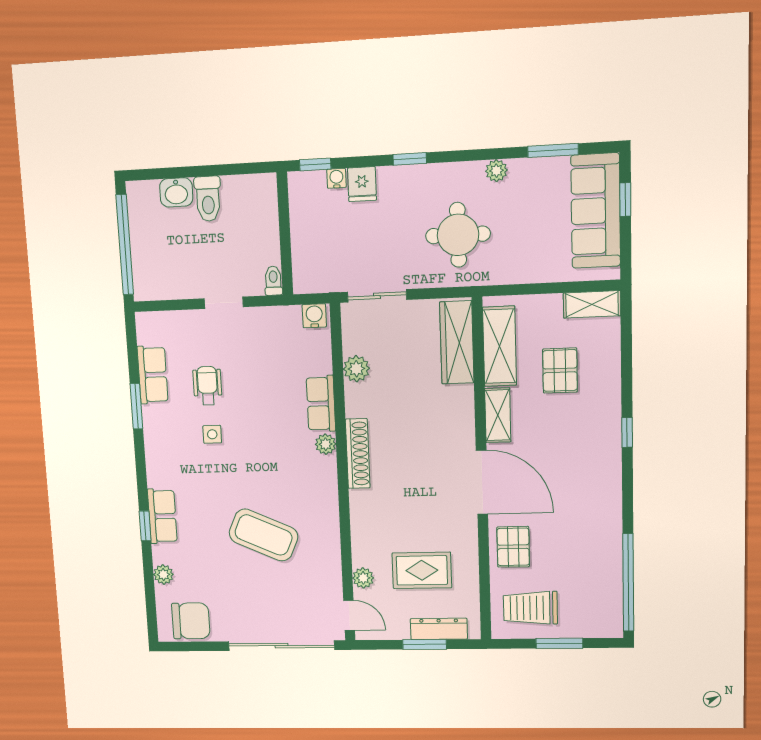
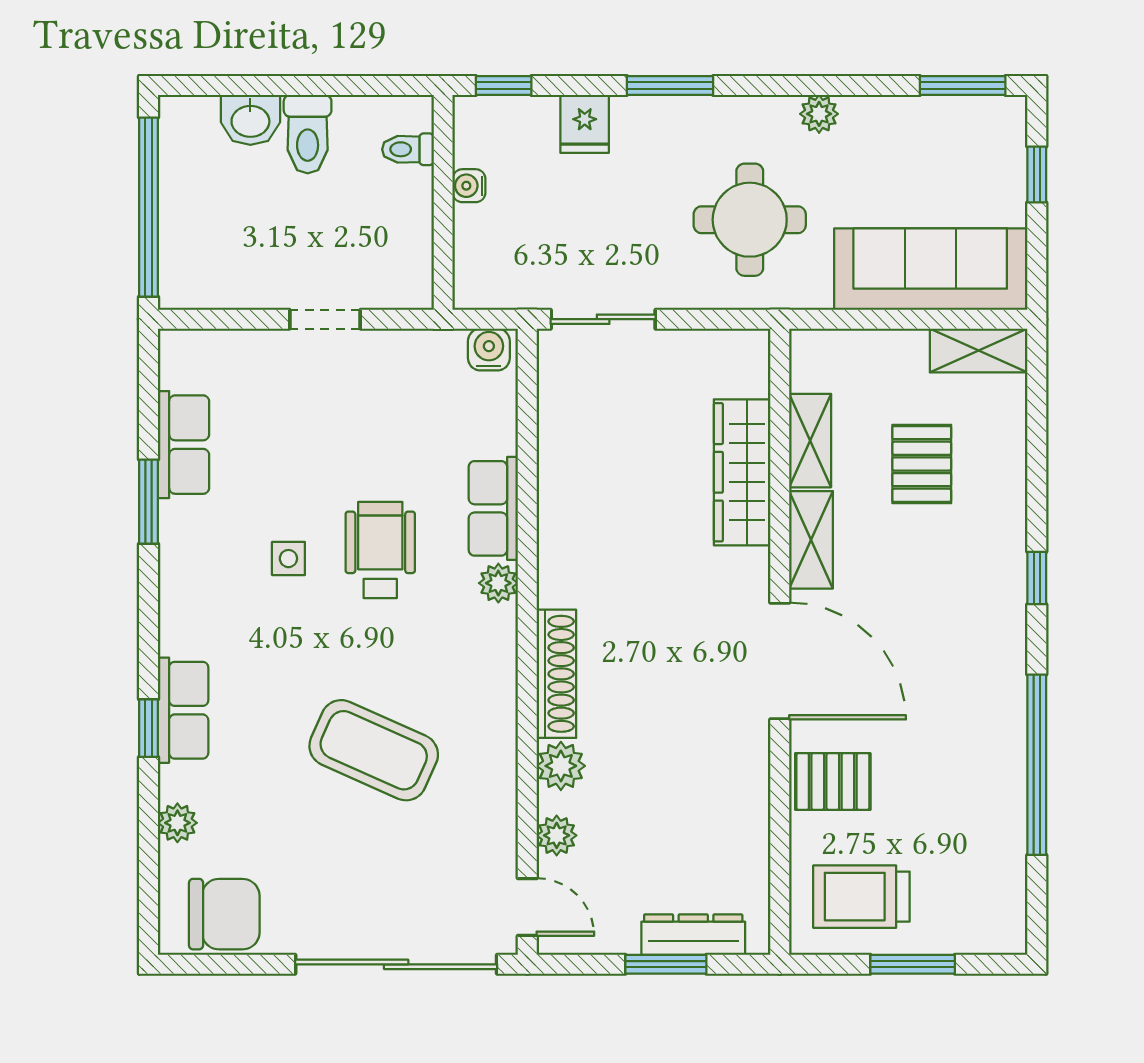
window: (553, 150) -> (963, 85), moved
window: (410, 159) -> (670, 85), width x1.50
water cooler: (336, 178) -> (469, 186), moved, turned -90
sofa: (596, 211) -> (930, 269), moved, turned 90
toilet: (273, 281) -> (408, 149), moved, turned -90
wardrobe: (457, 342) -> (742, 472), moved
shelving: (500, 346) -> (810, 441), width x0.67, depth x0.75
plant: (356, 369) -> (561, 766), moved
wheelchair: (207, 386) -> (380, 550), moved, width x1.36, depth x1.37
shoe rack: (358, 454) -> (556, 674), moved
pallet: (513, 547) -> (833, 781), turned 90
rug: (422, 570) -> (666, 823), removed
window: (628, 583) -> (1037, 765), moved

